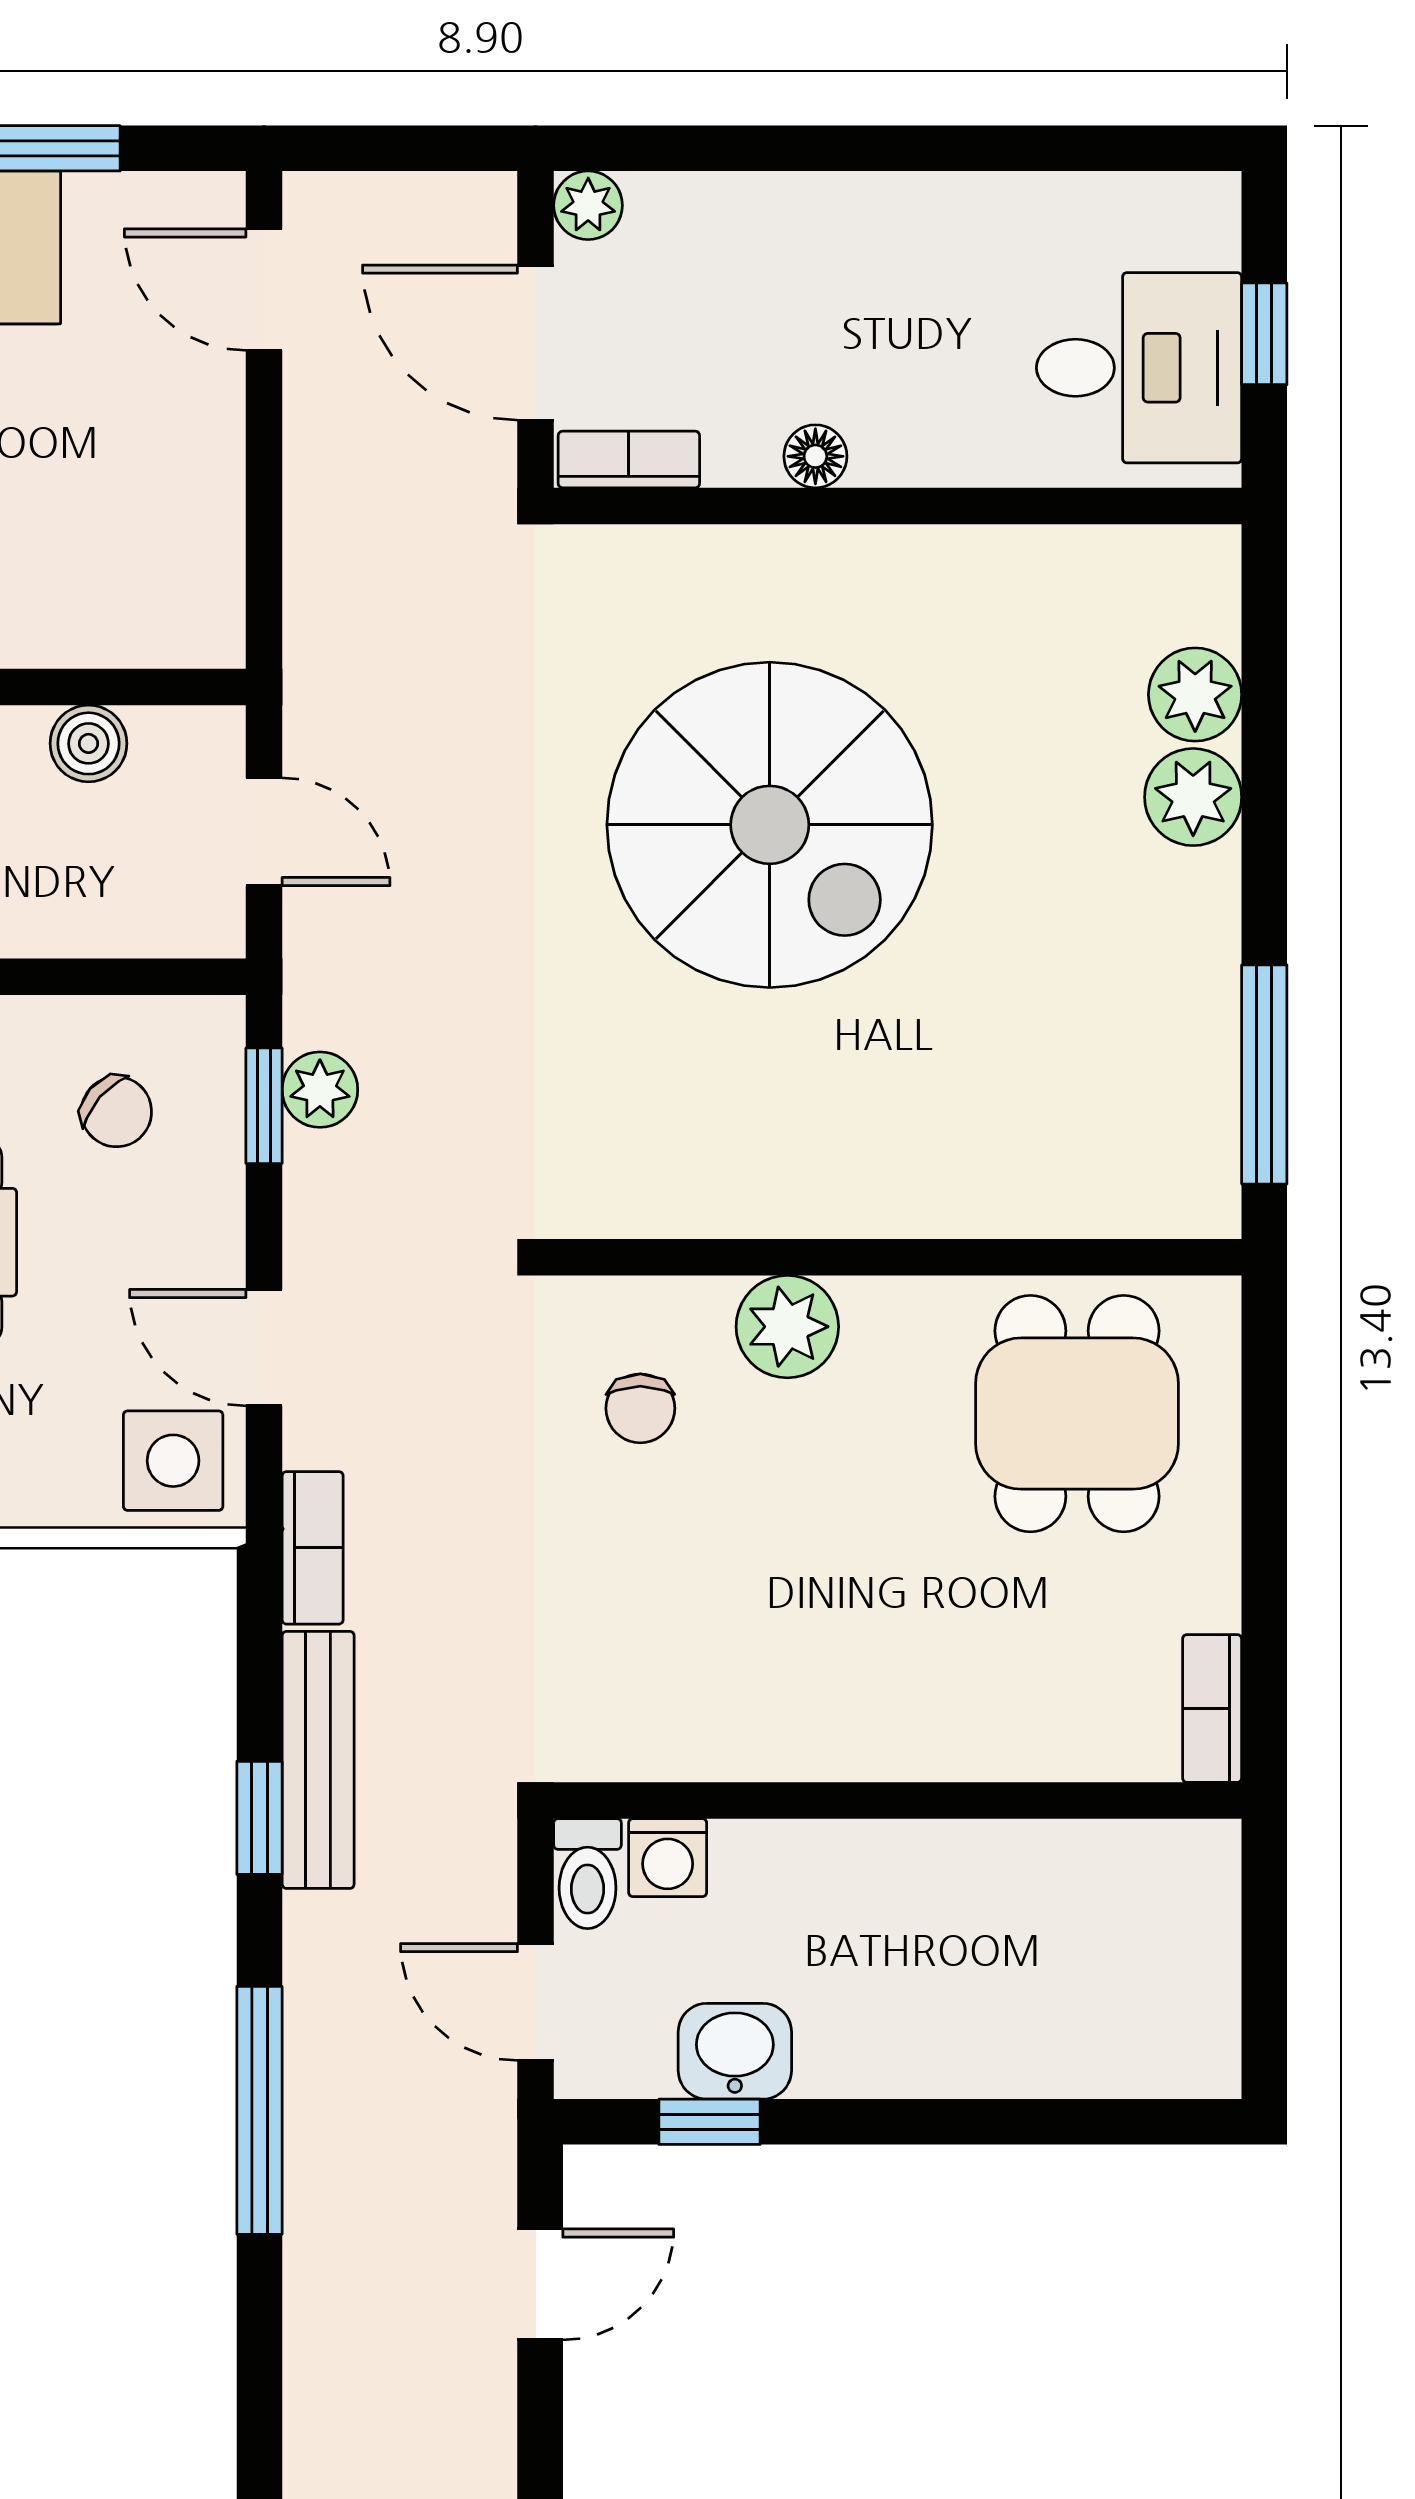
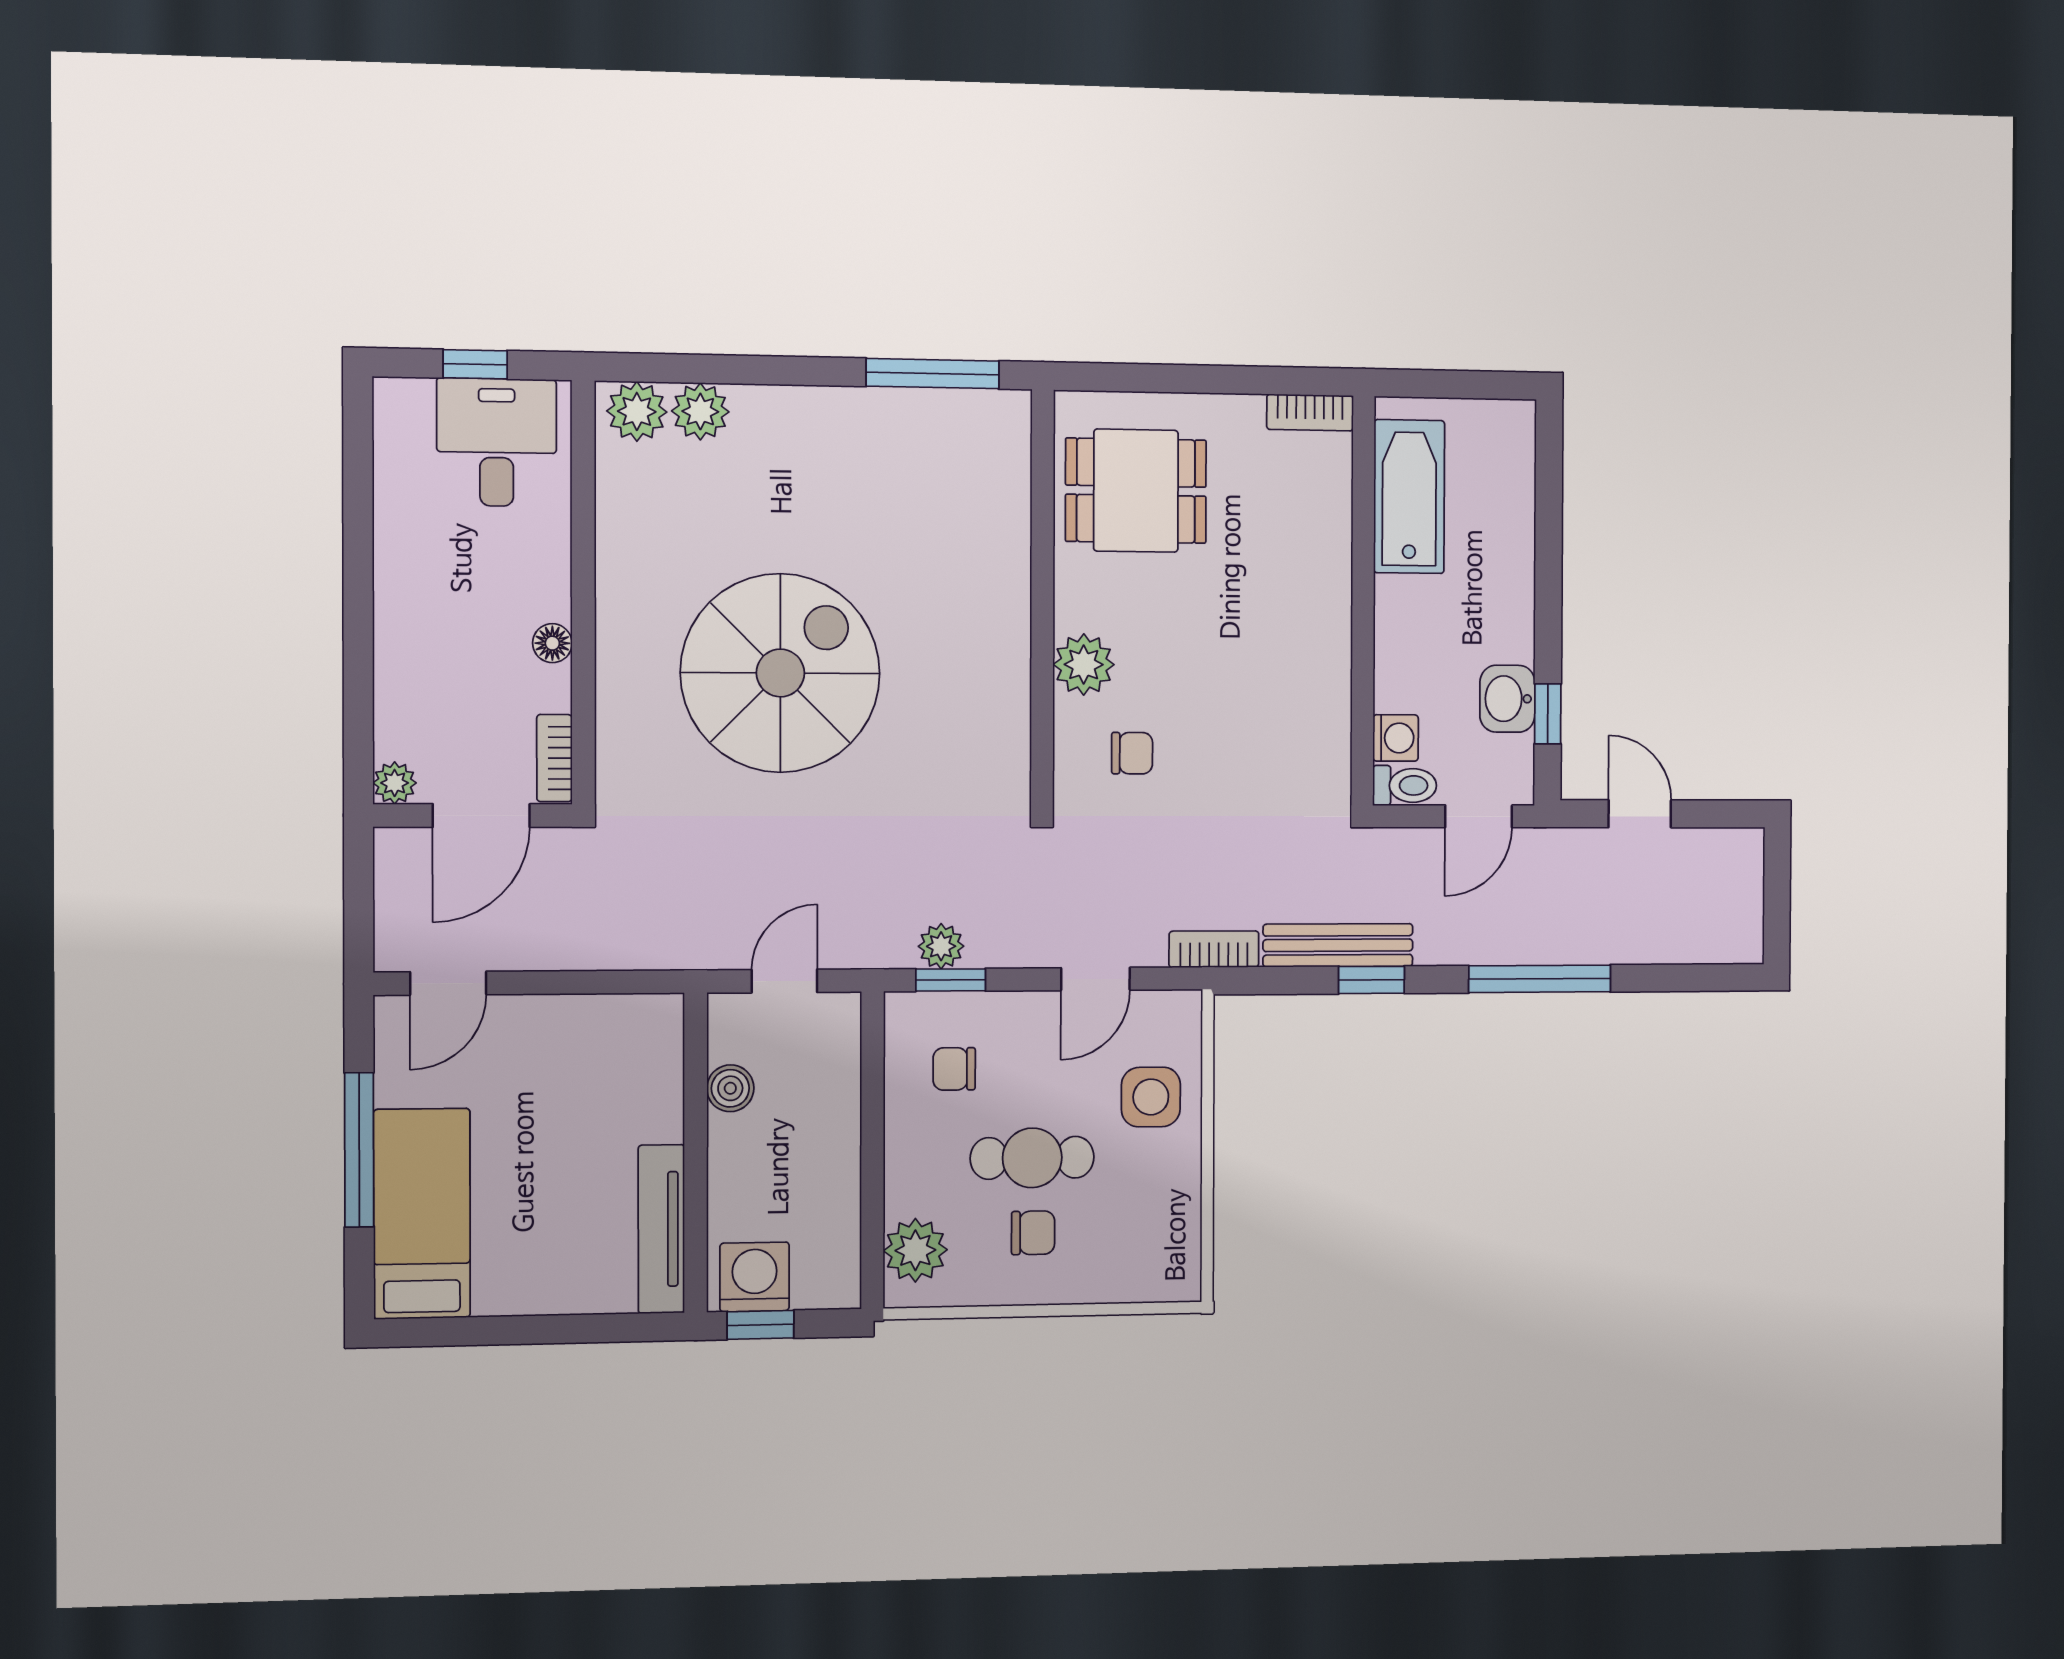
plant: (1193, 797) -> (637, 411), moved
chair: (116, 1112) -> (954, 1069), turned -131
side table: (173, 1461) -> (1151, 1097), moved
bathtub: (1074, 1879) -> (1409, 497), added

